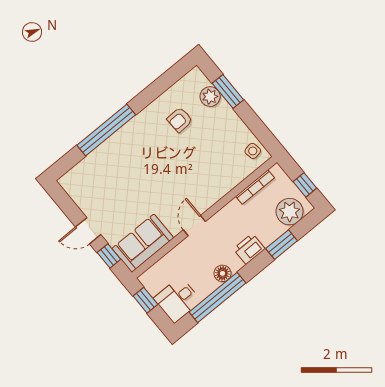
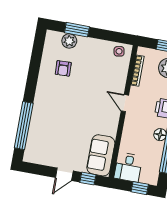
window: (106, 130) -> (24, 126), moved
door: (194, 226) -> (125, 103), moved
window: (145, 300) -> (140, 188), moved
desk: (177, 300) -> (128, 167), moved

